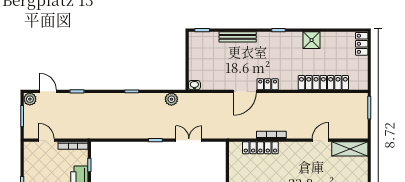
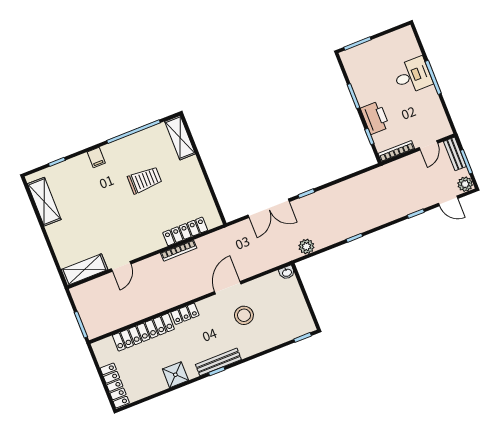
bench: (238, 37) -> (218, 362), moved
locker: (362, 44) -> (115, 386), width x1.53
stool: (241, 65) -> (244, 315), added
locker: (268, 84) -> (185, 314), moved
bench: (29, 126) -> (455, 154), added
door: (46, 140) -> (428, 145), hinge flipped
double door: (189, 140) -> (269, 208), width x1.37

